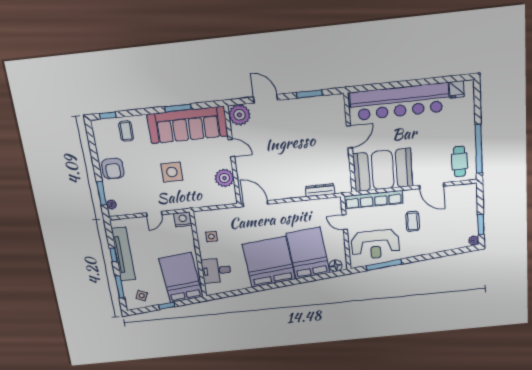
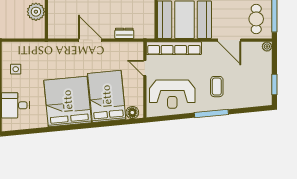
dresser: (320, 190) -> (124, 33), width x0.70
door: (256, 204) -> (90, 40), moved
coffee table: (413, 221) -> (217, 87), moved
plant: (474, 240) -> (267, 46), moved
window: (384, 265) -> (211, 114), moved

